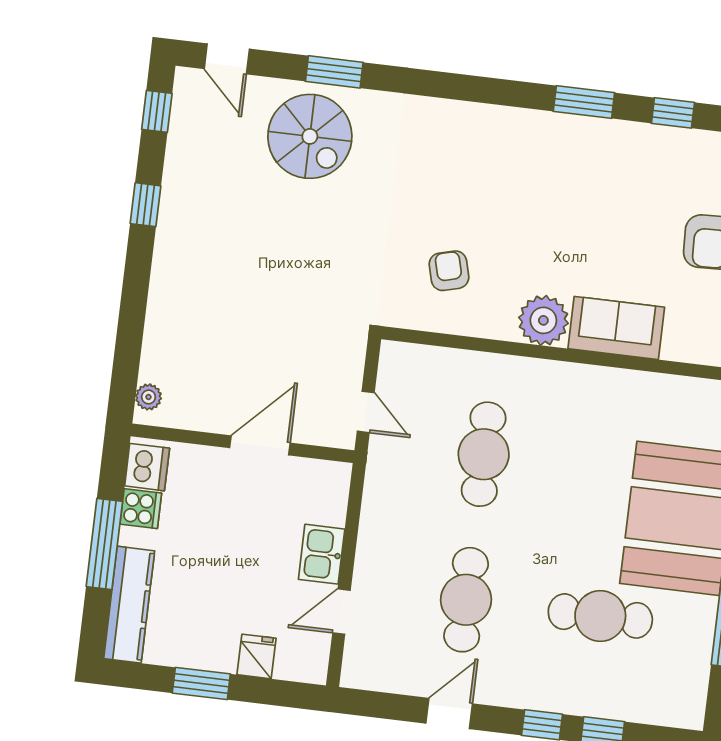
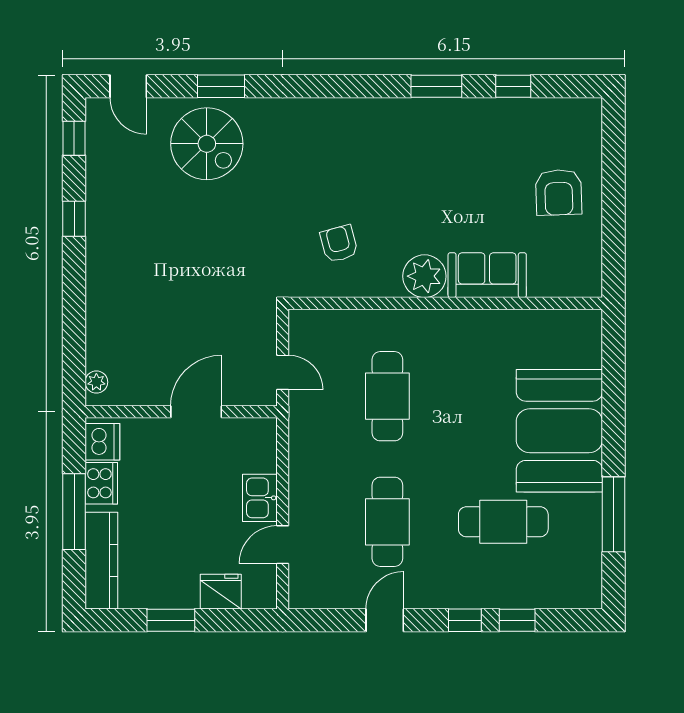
cooker: (141, 509) -> (101, 483), width x1.36
fridge: (257, 656) -> (221, 592), width x1.38

